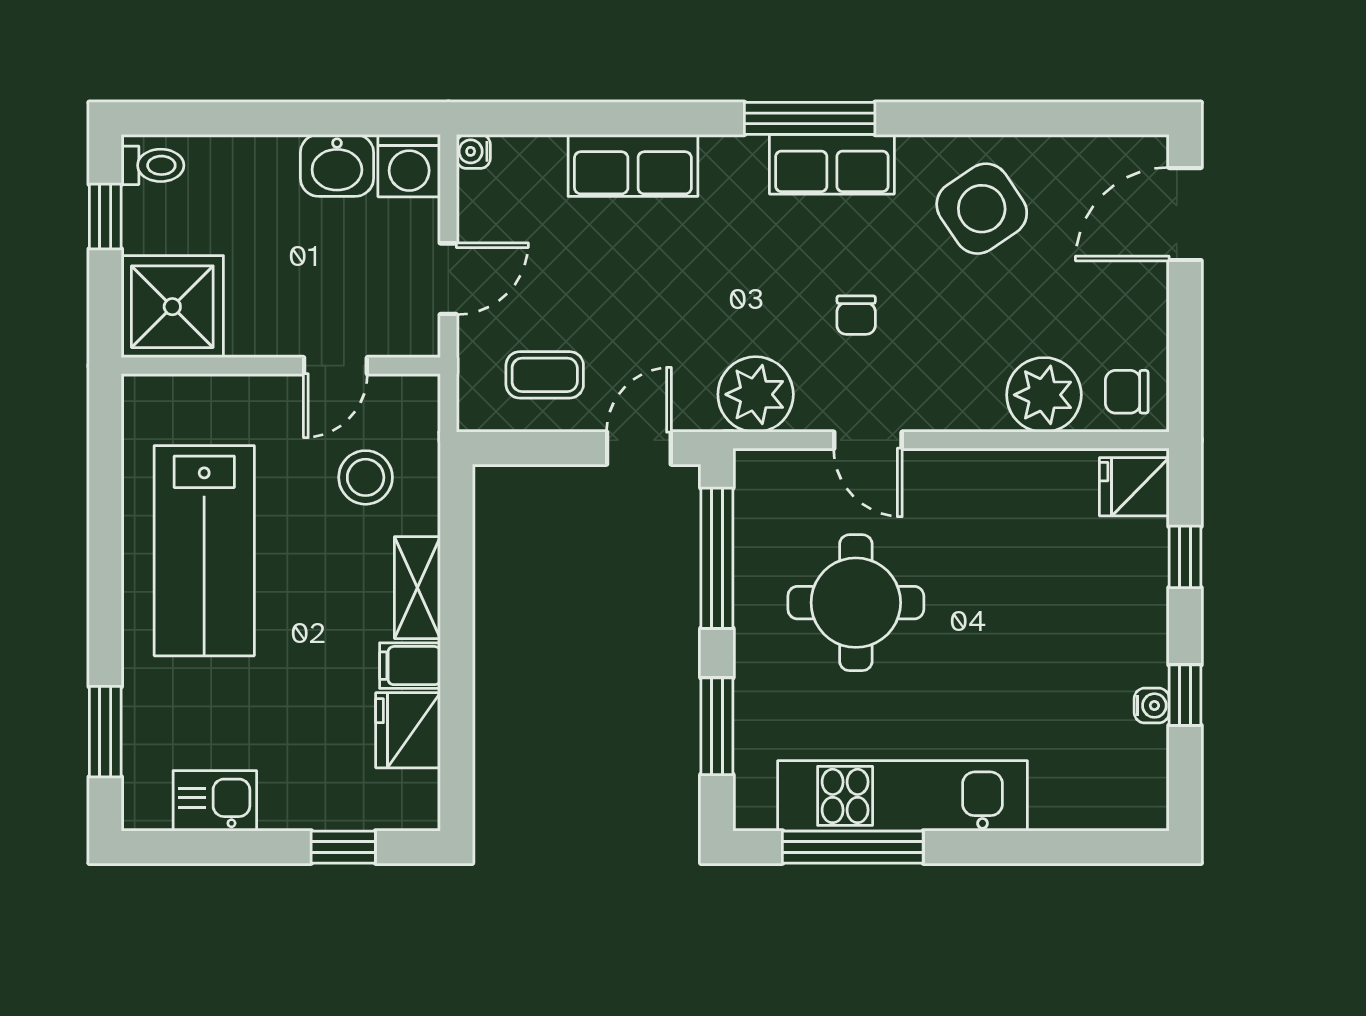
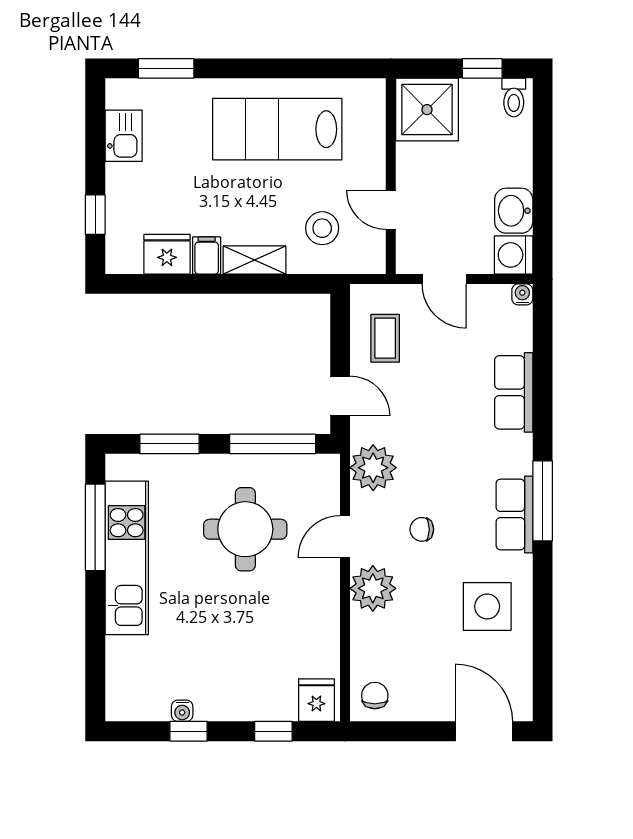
side table: (982, 209) -> (487, 606), turned 34
plant: (1044, 395) -> (373, 588), moved

